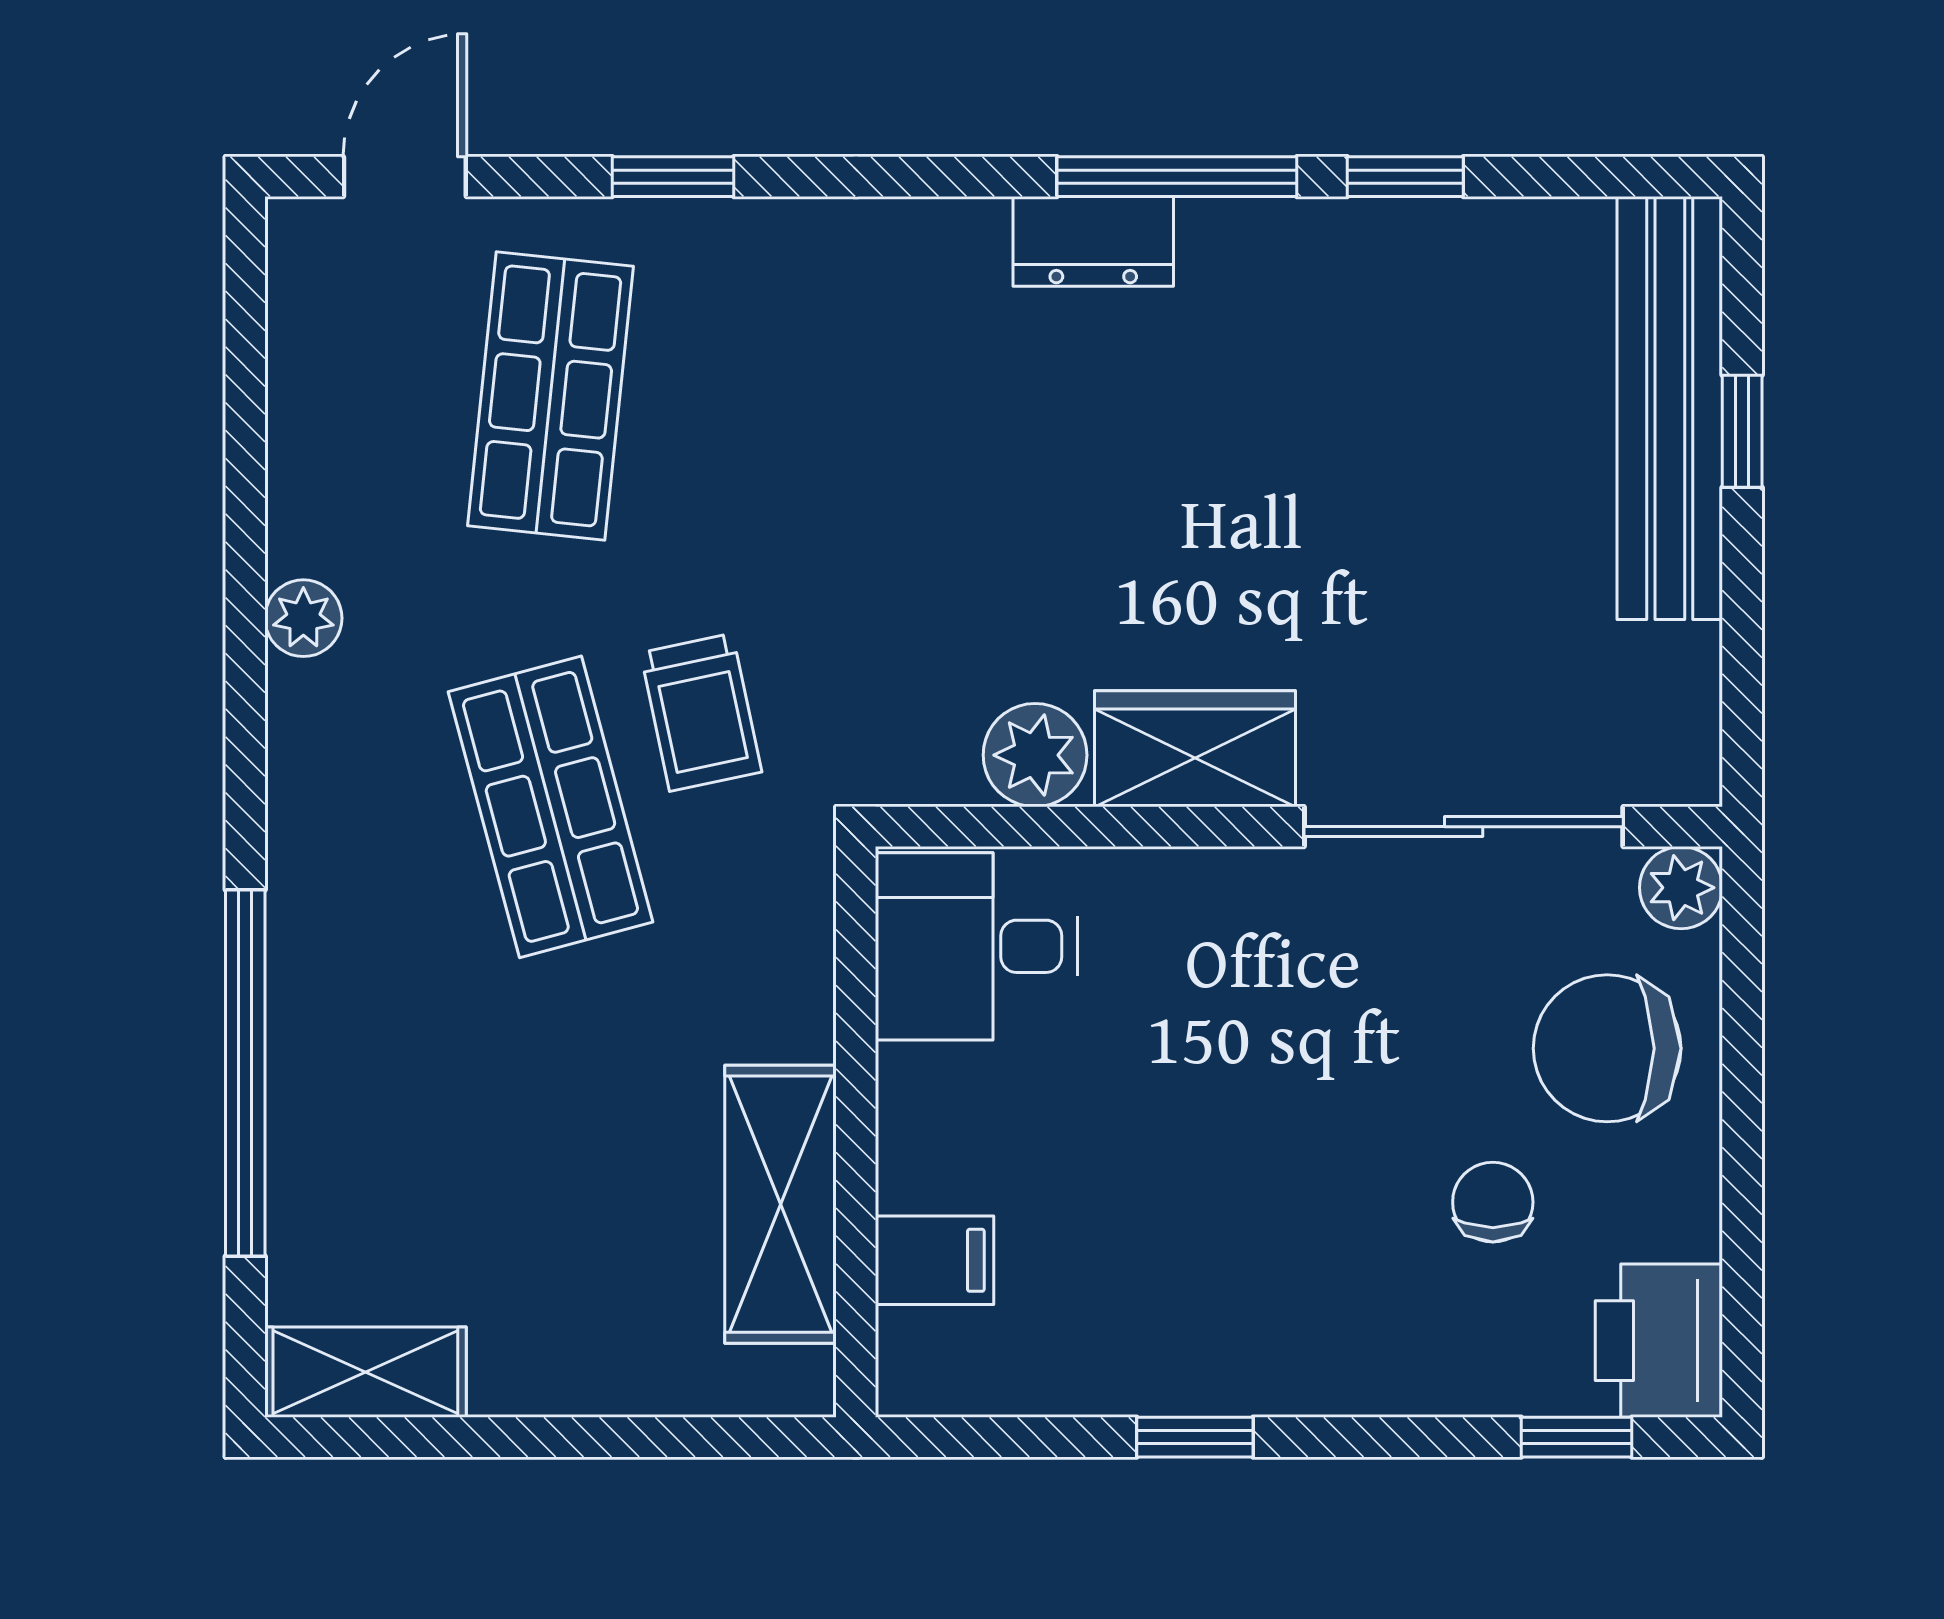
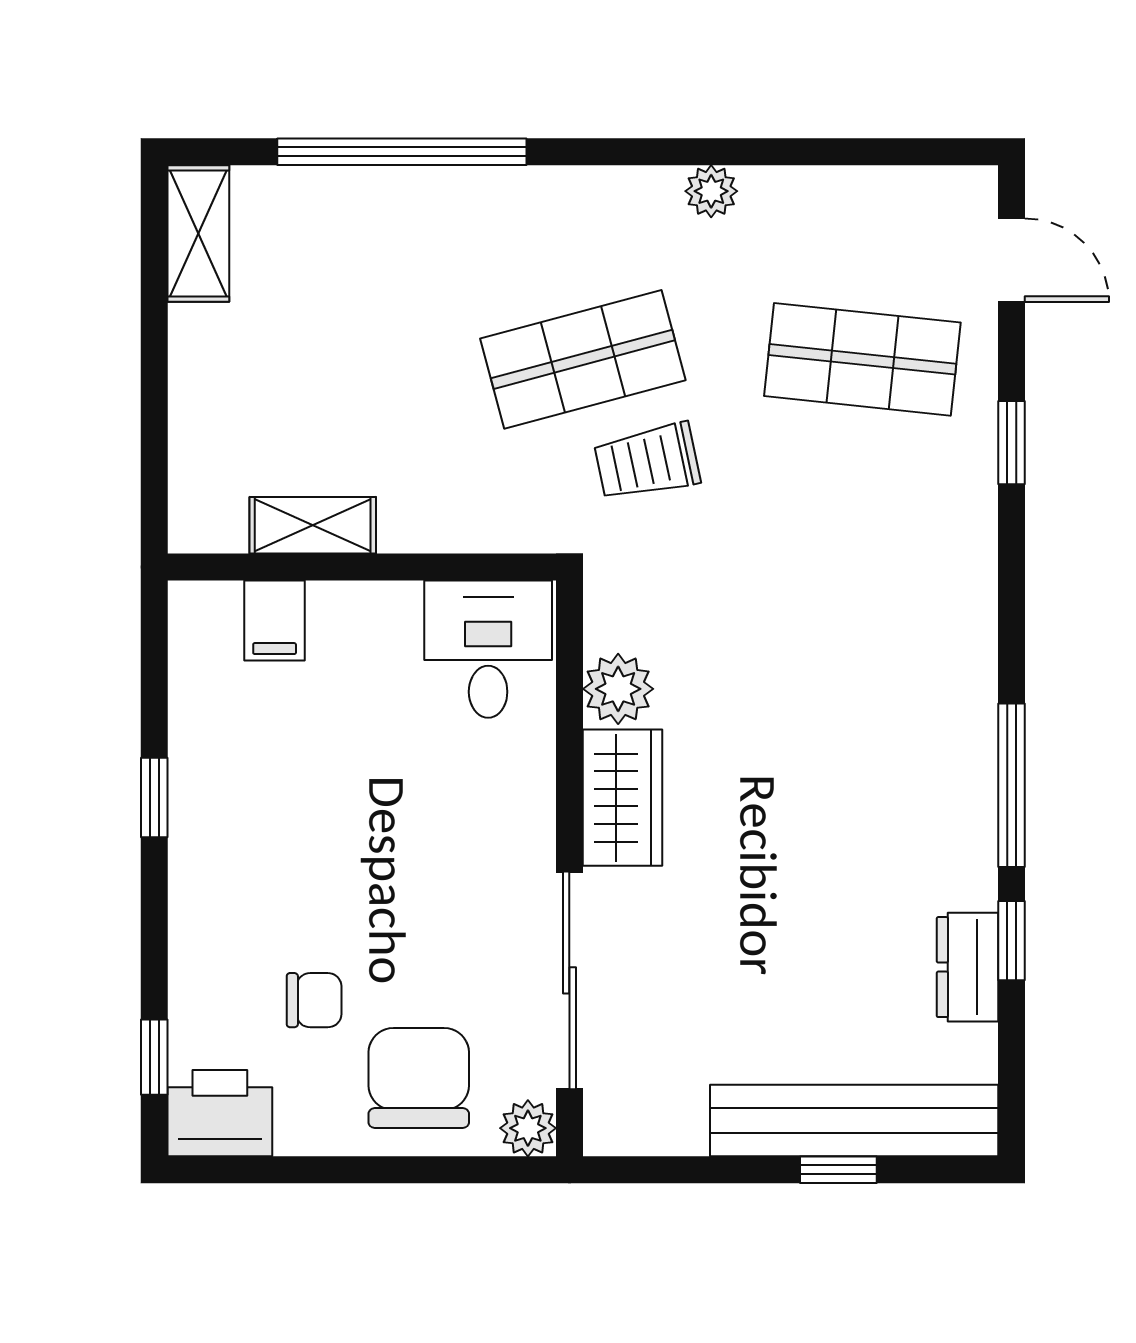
dresser: (1093, 241) -> (967, 967), moved
shelving: (780, 1204) -> (313, 525), width x0.67, depth x0.75

